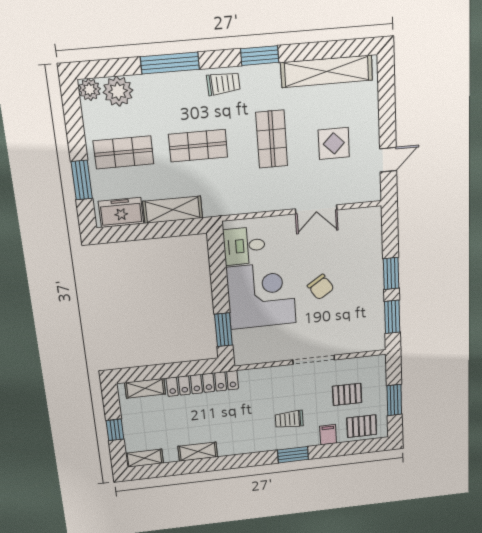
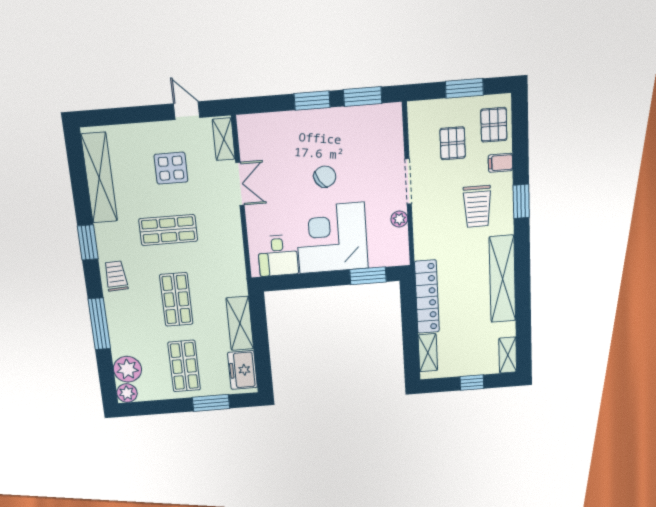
shelving: (360, 194) -> (224, 139), added
plant: (279, 354) -> (399, 219), added
trolley: (289, 419) -> (477, 206), width x1.36, depth x1.39
shelving: (198, 452) -> (502, 279), width x2.20, depth x1.33

